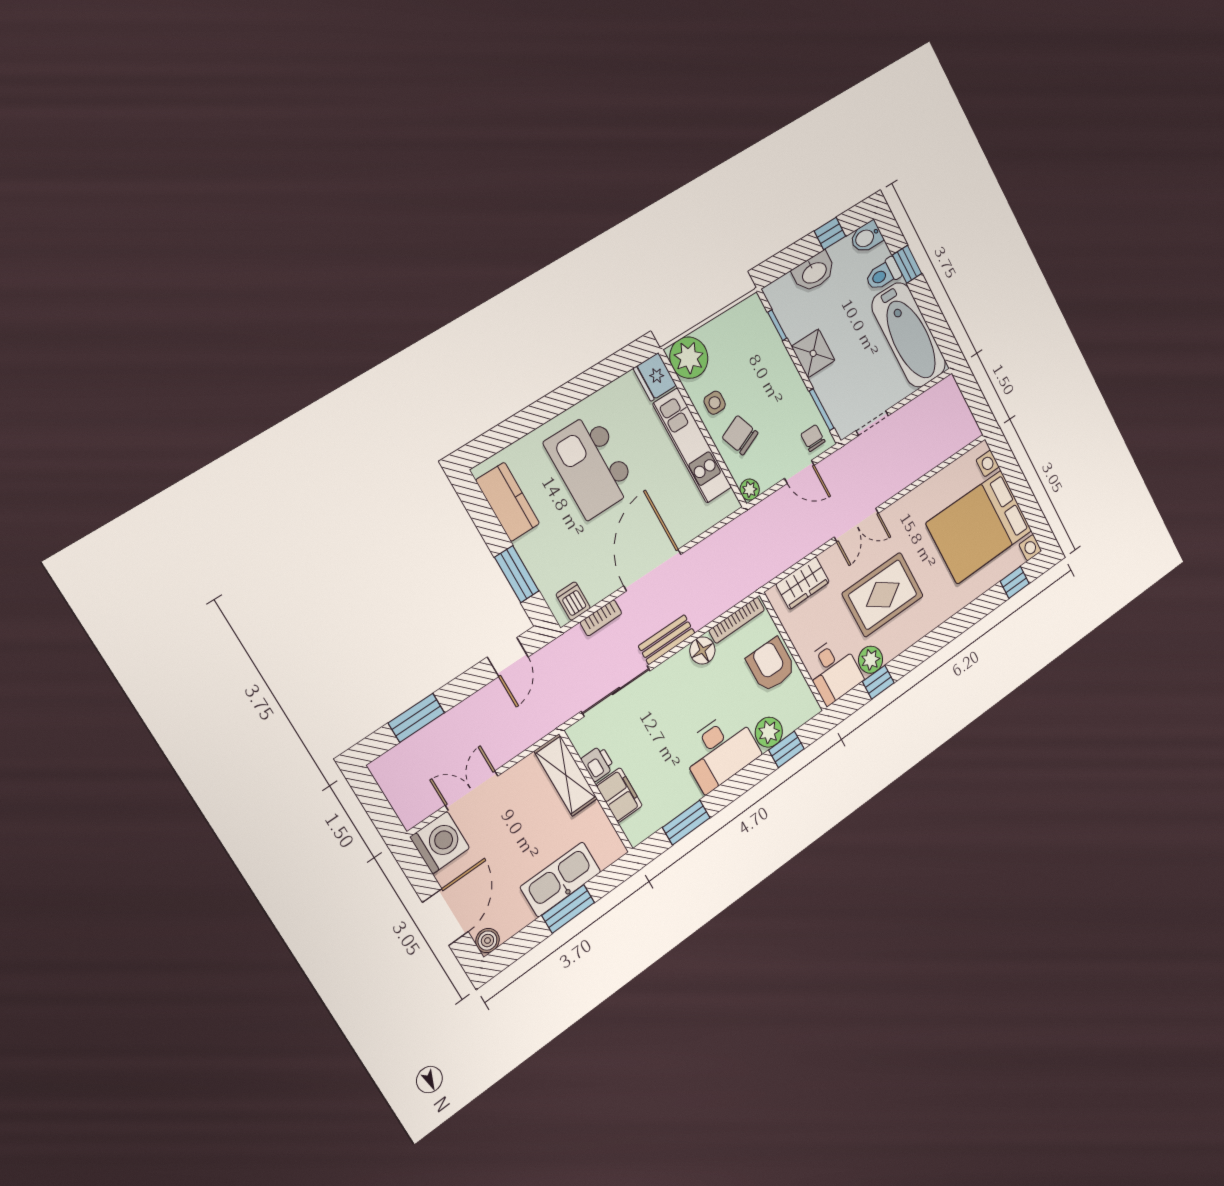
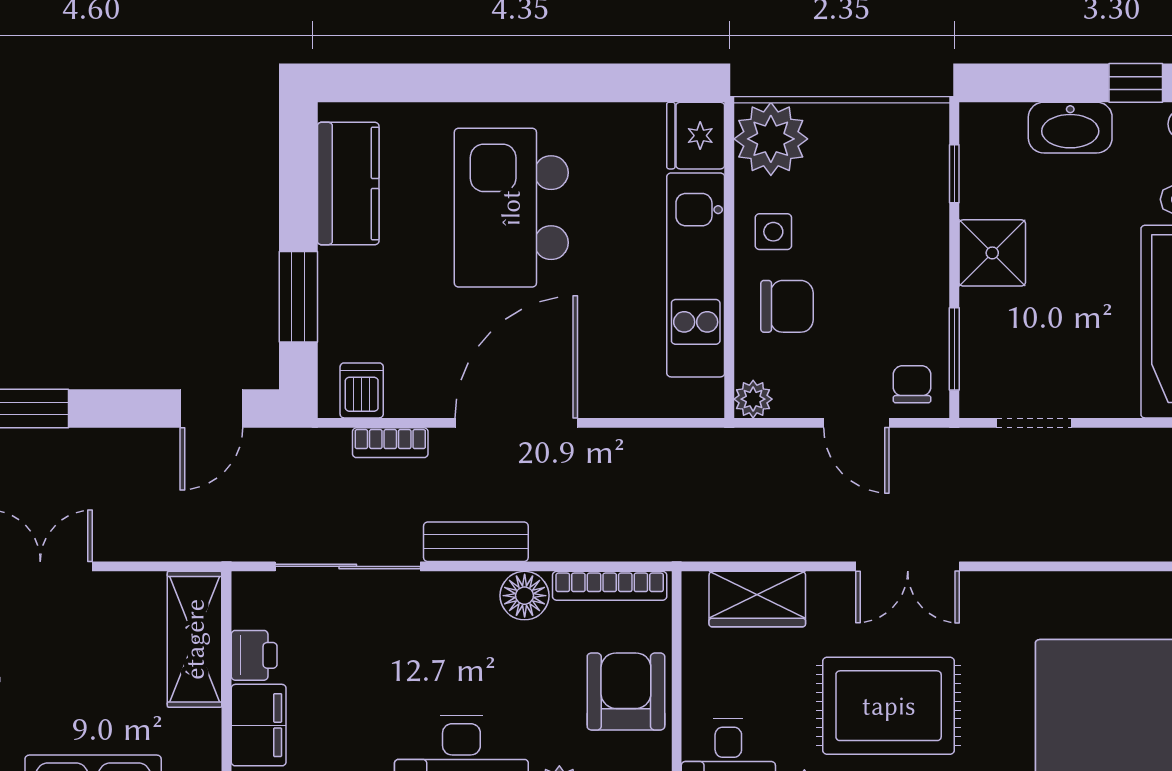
chair: (740, 435) -> (787, 306), turned 112

